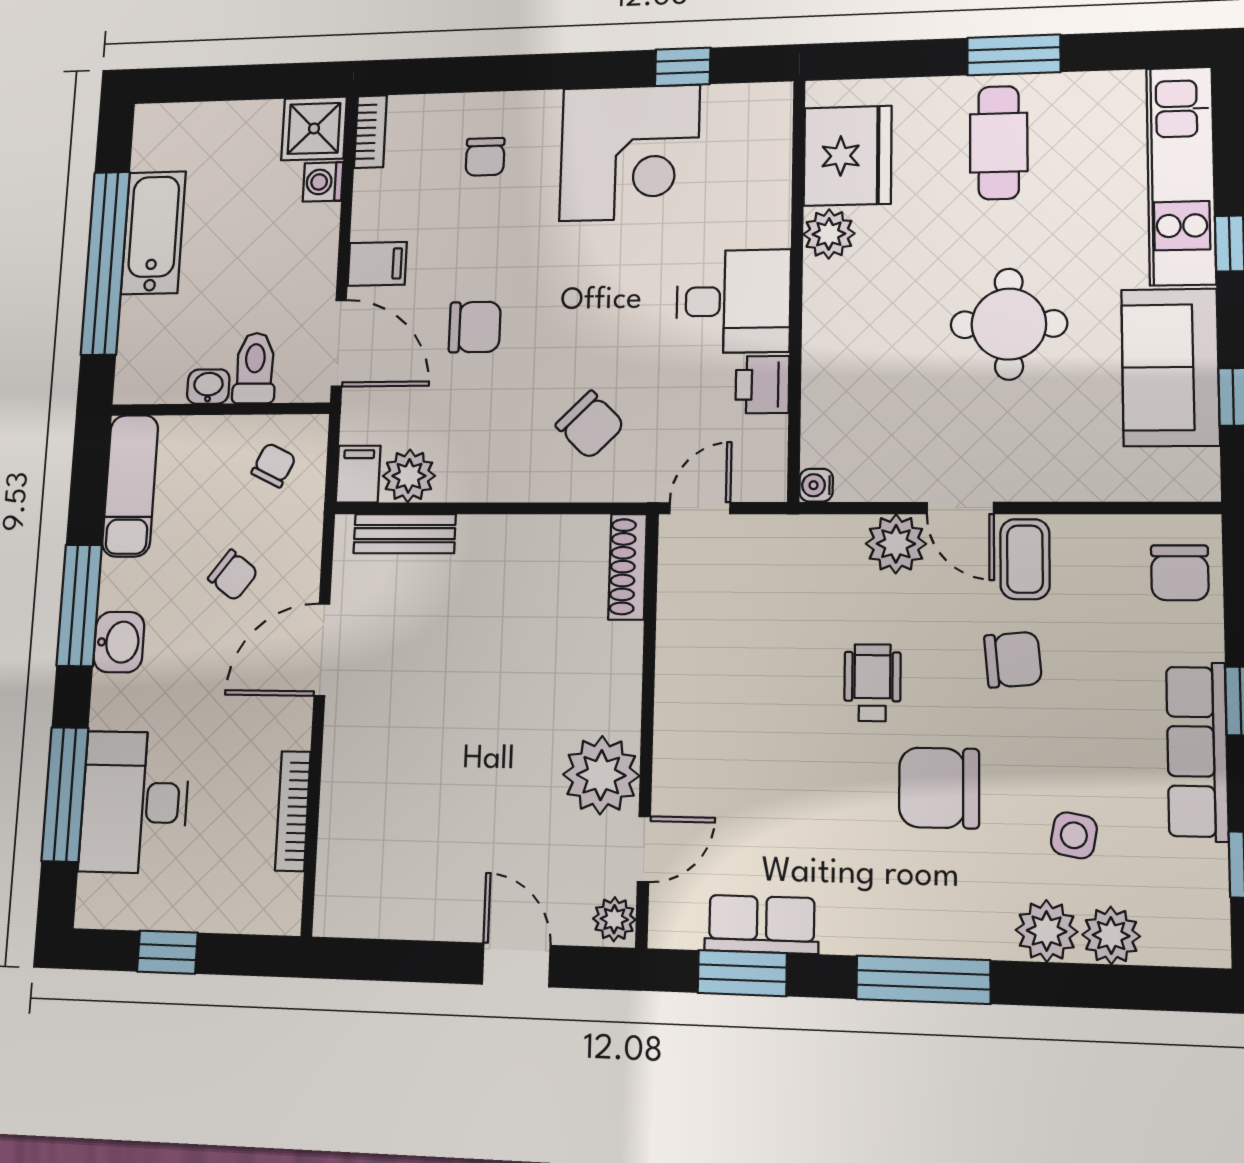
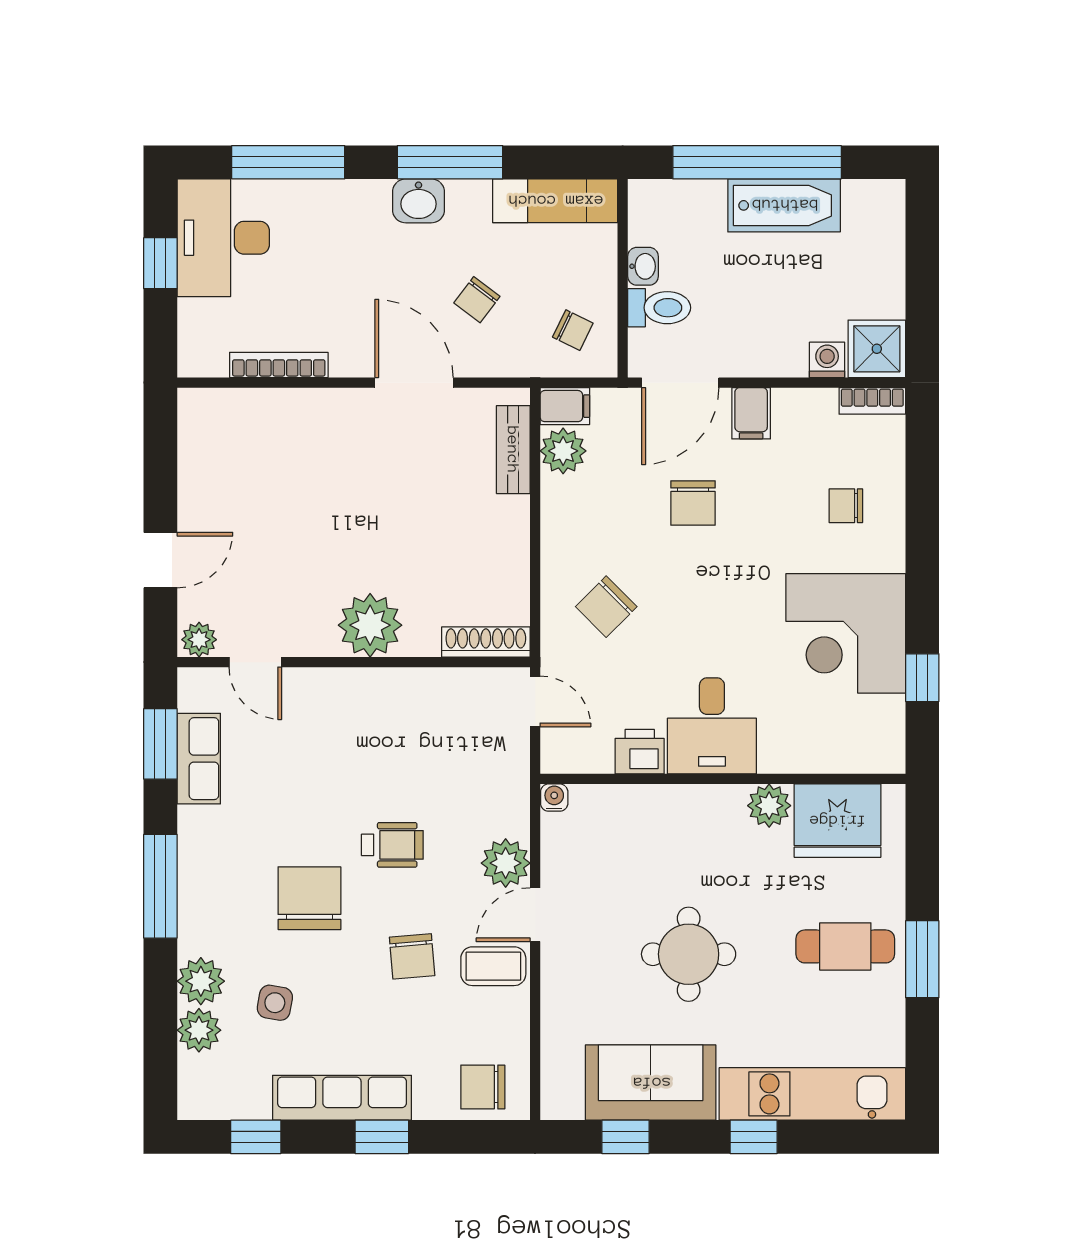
plant: (601, 775) -> (370, 625), moved
desk: (134, 802) -> (223, 238), moved, turned -90

